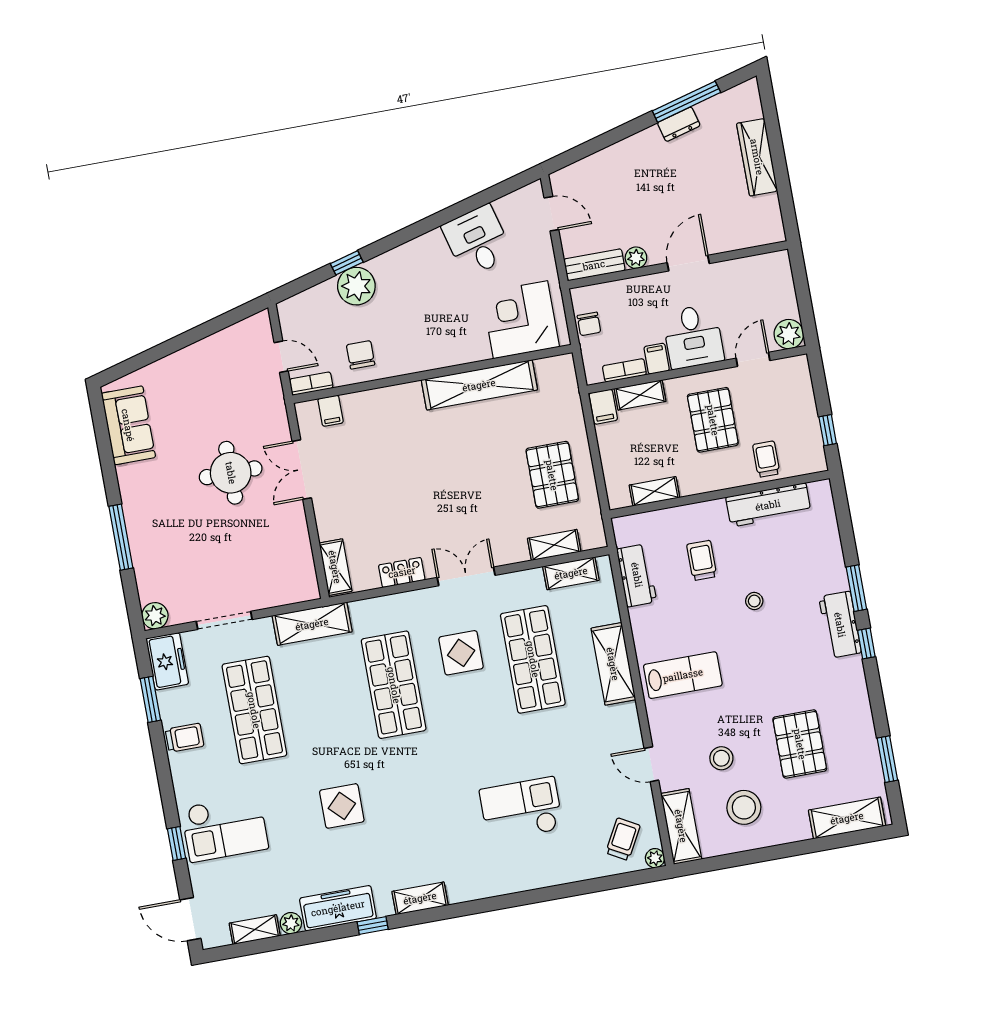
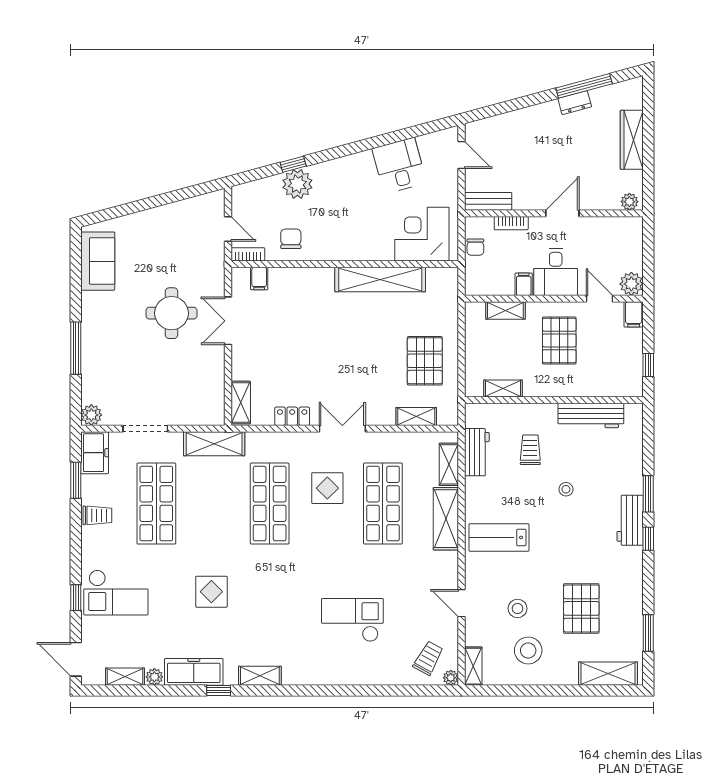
plant: (636, 258) -> (629, 202), moved
door: (753, 359) -> (600, 299), hinge flipped
bookcase: (624, 370) -> (511, 223), moved, turned 180
filing cabinet: (603, 407) -> (634, 314), moved
trolley: (766, 459) -> (596, 379), removed
shelving: (571, 573) -> (449, 464), moved, turned 90
lab bench: (683, 675) -> (499, 537), turned 180
shelving: (681, 826) -> (473, 666), width x0.67, depth x0.75

